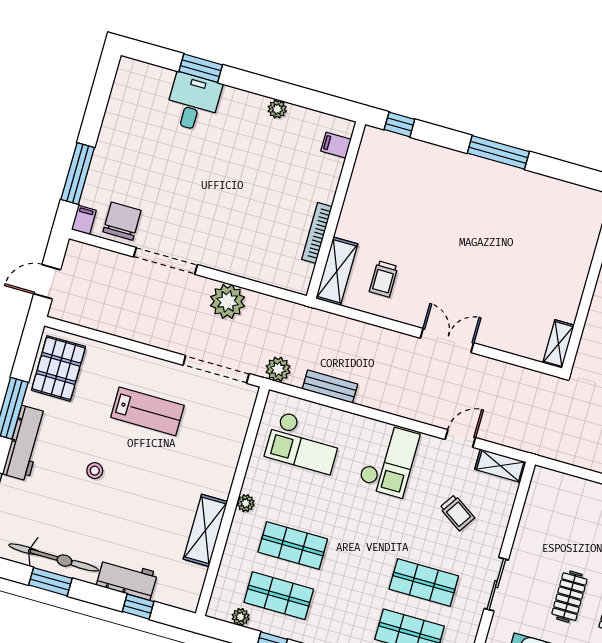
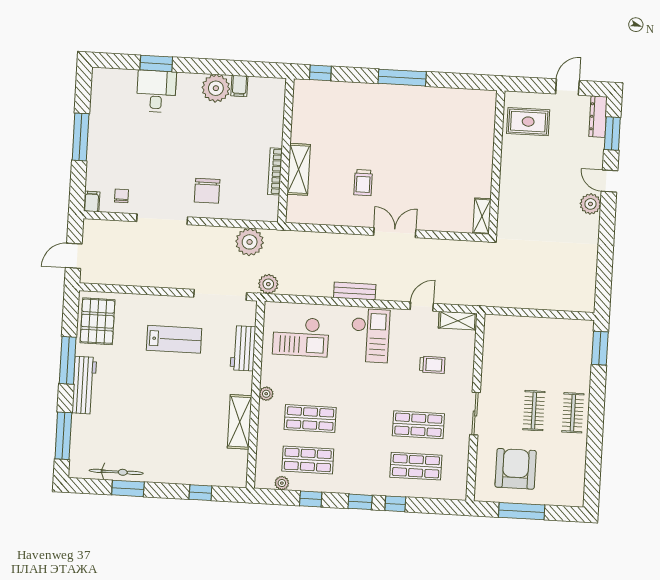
plant: (277, 109) -> (216, 88), width x1.88, depth x1.88
filing cabinet: (336, 145) -> (239, 86), moved, turned -90
window: (78, 174) -> (81, 137), moved
chair: (122, 221) -> (122, 196), width x0.54, depth x0.54
chair: (228, 238) -> (207, 191), added
shelving: (337, 271) -> (299, 169), moved
trolley: (384, 279) -> (363, 183), moved
plant: (228, 301) -> (250, 242), moved
bench: (330, 387) -> (355, 291), moved
stool: (95, 471) -> (143, 394), removed
trolley: (457, 513) -> (432, 365), turned -34
bicycle: (54, 557) -> (116, 472), width x0.73, depth x0.71
workbench: (127, 579) -> (243, 348), moved, turned -90

